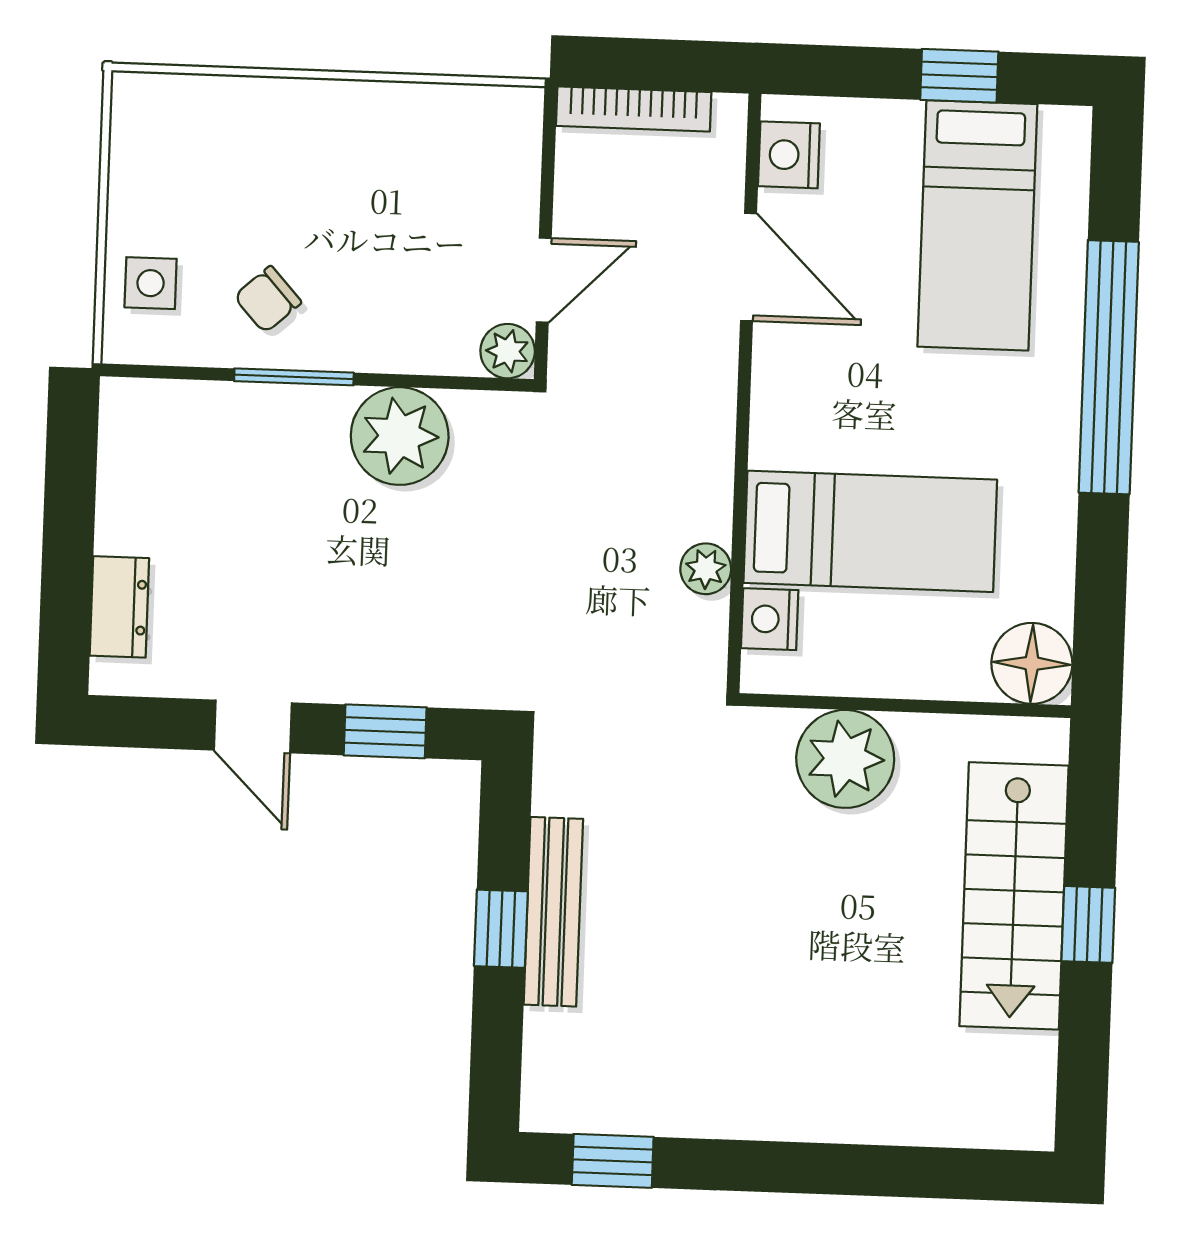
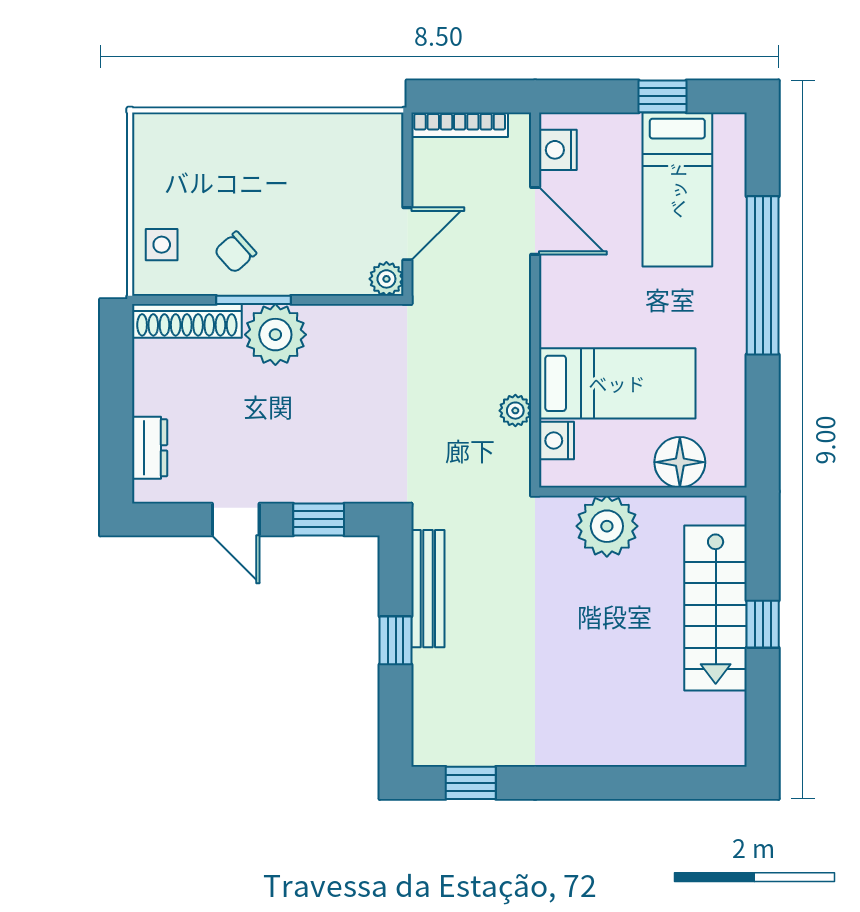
shoe rack: (186, 406) -> (187, 321), added
plant: (400, 436) -> (275, 335), moved
floor lamp: (1032, 663) -> (680, 462), moved
bench: (553, 912) -> (428, 589), moved

